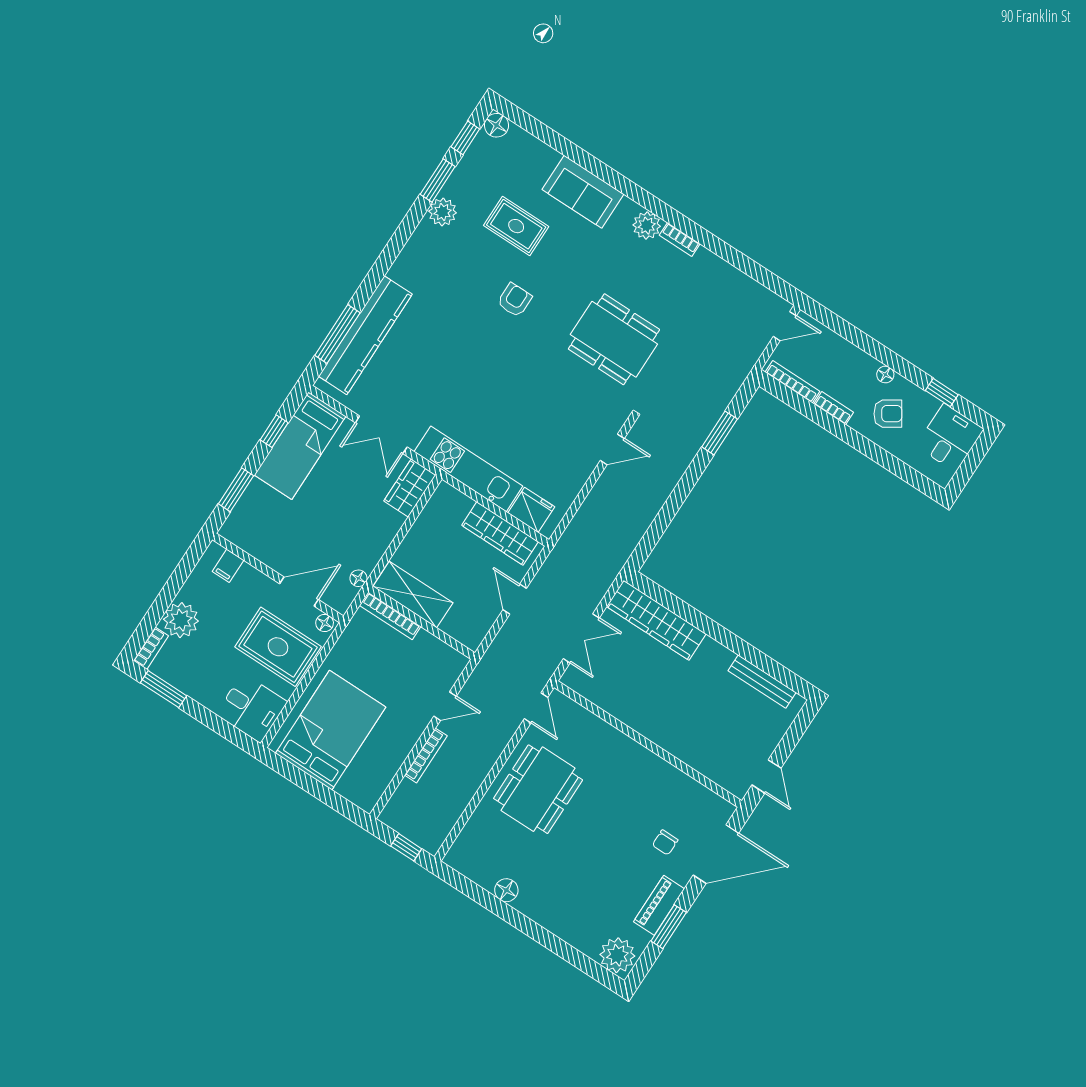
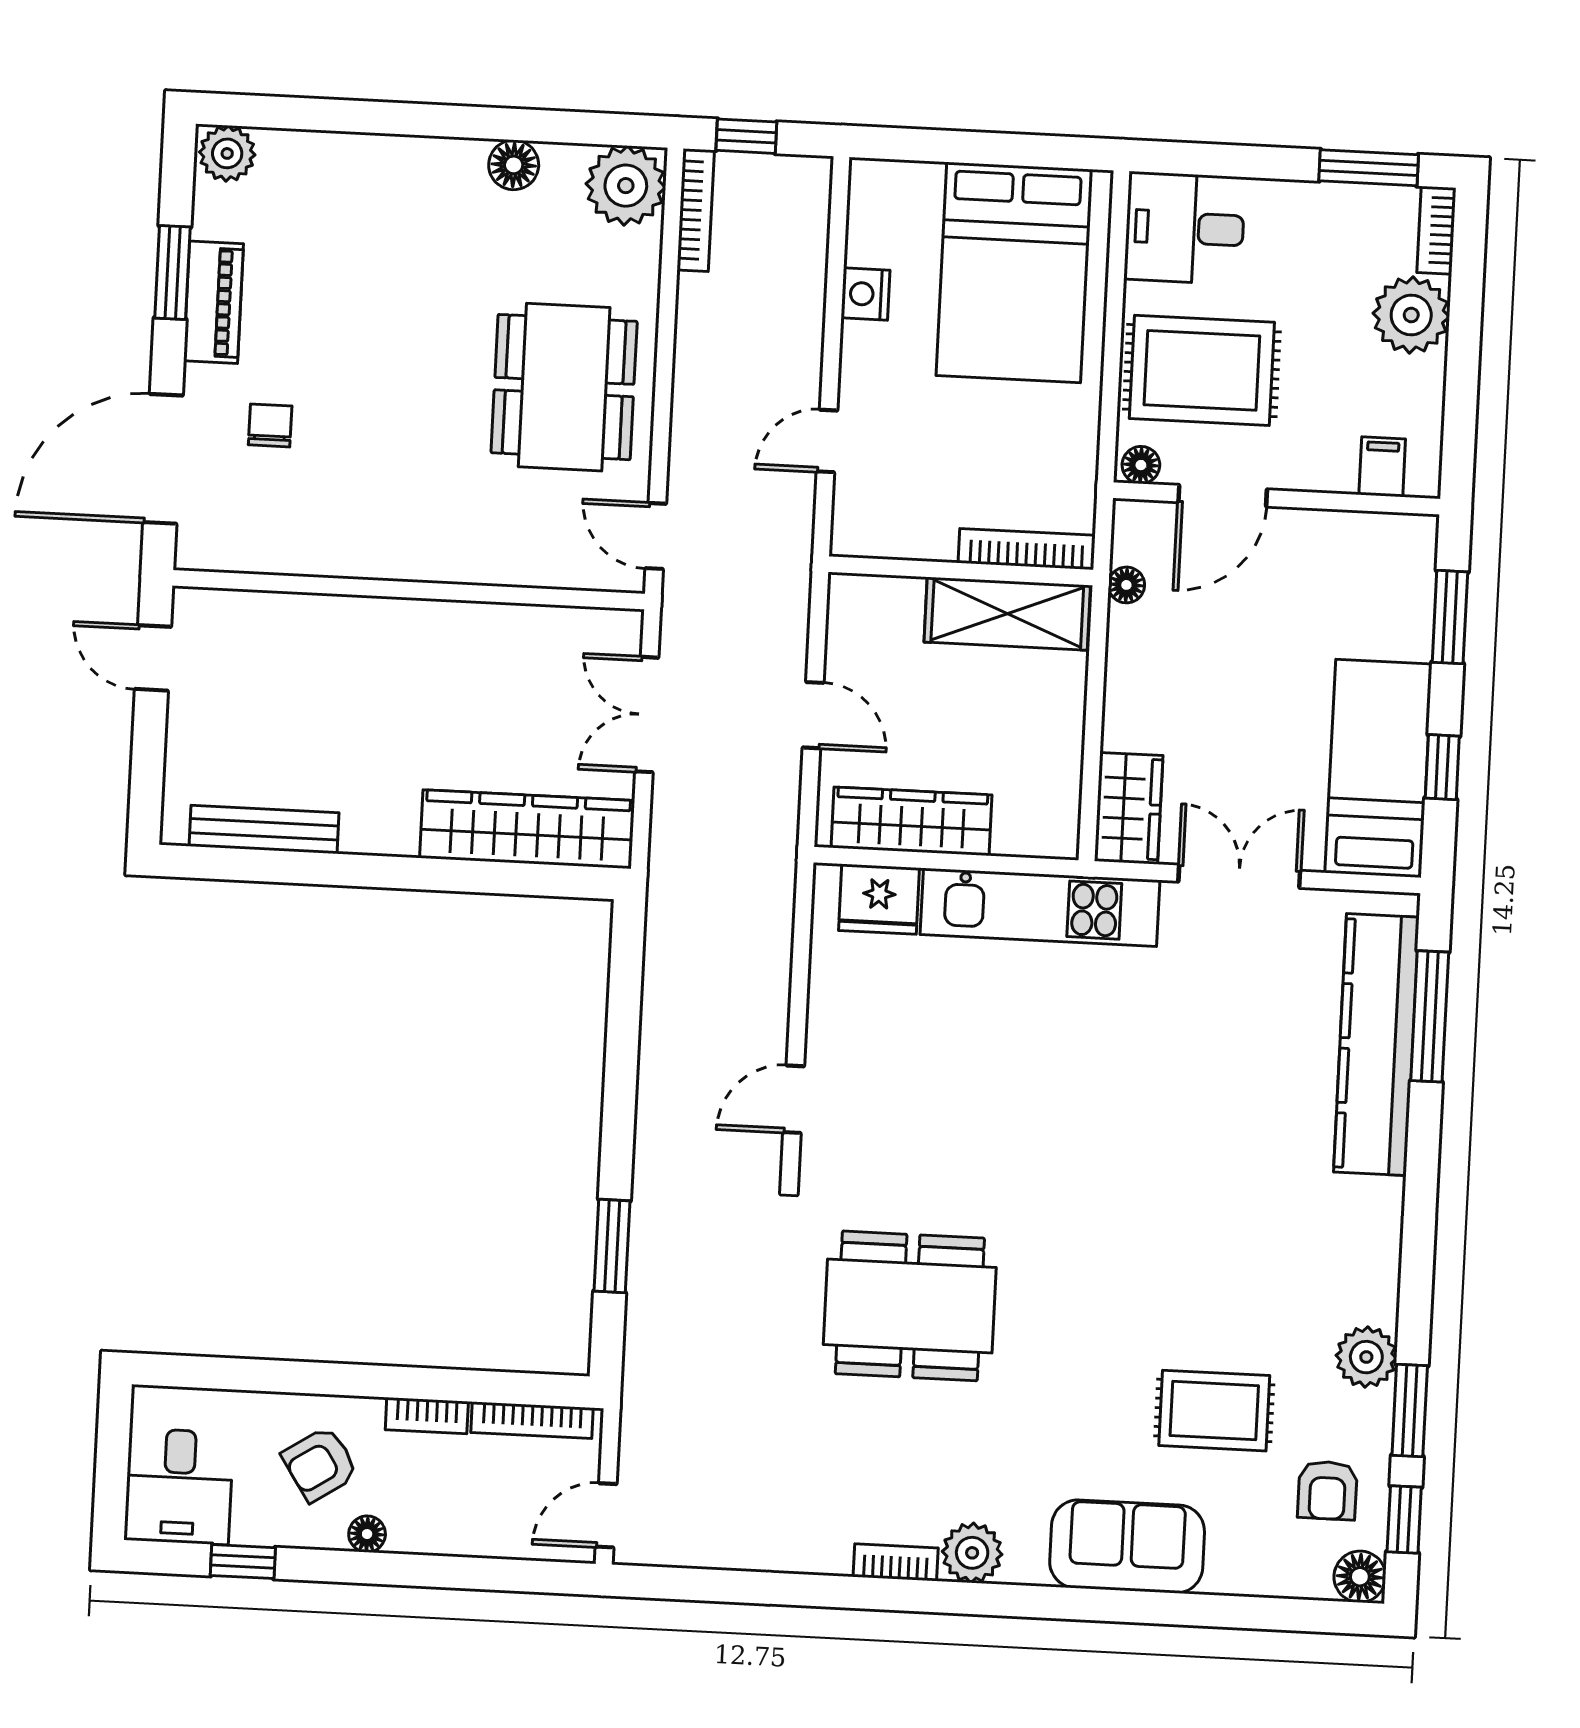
armchair: (515, 300) -> (1327, 1490), moved
bookcase: (426, 755) -> (696, 210), moved, turned 180
nightstand: (395, 756) -> (865, 294), added
plant: (466, 856) -> (626, 186), added
plant: (617, 955) -> (227, 153), width x0.73, depth x0.73

